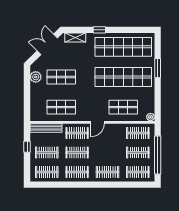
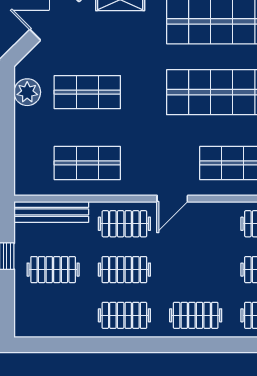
clothes rail: (47, 172) -> (53, 315), removed

